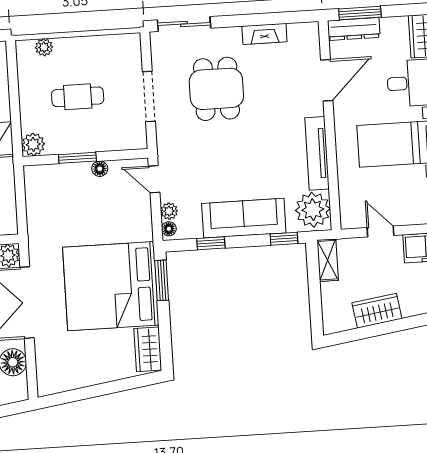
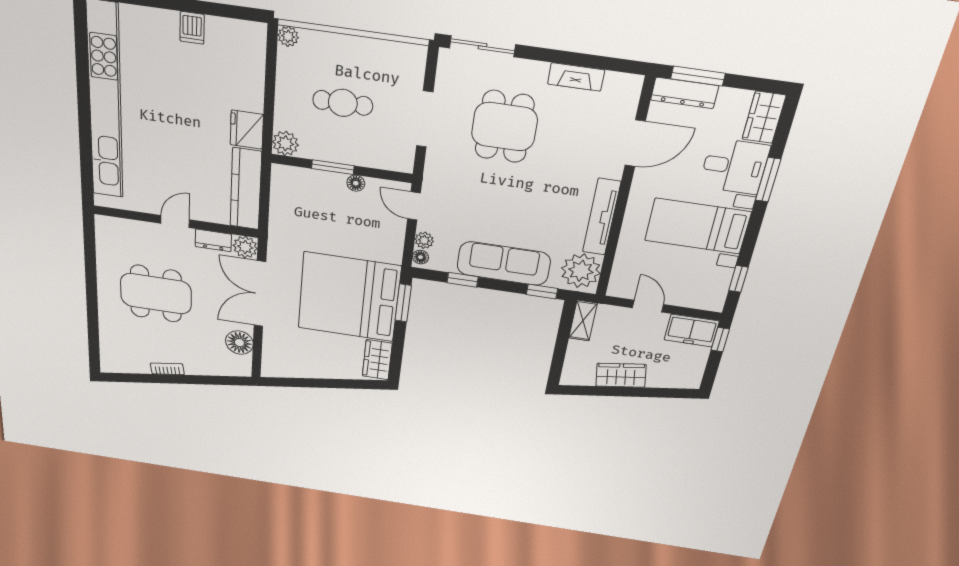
plant: (44, 47) -> (288, 36), moved

